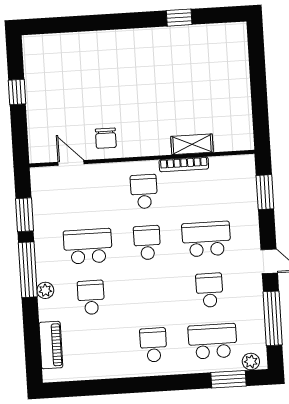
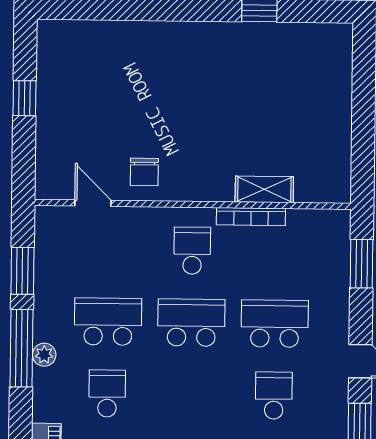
school desk: (147, 243) -> (191, 323), width x1.85
plant: (45, 290) -> (44, 355), moved

